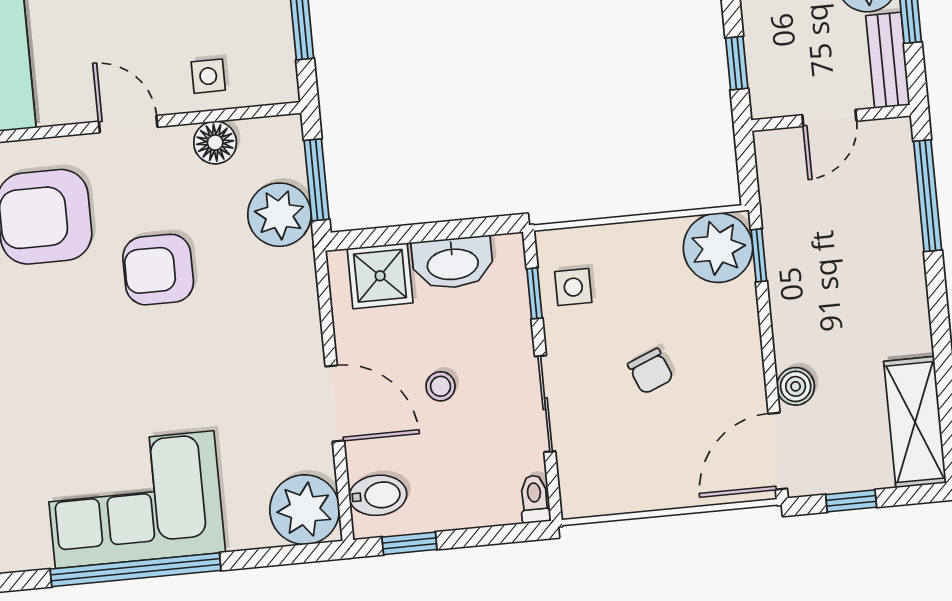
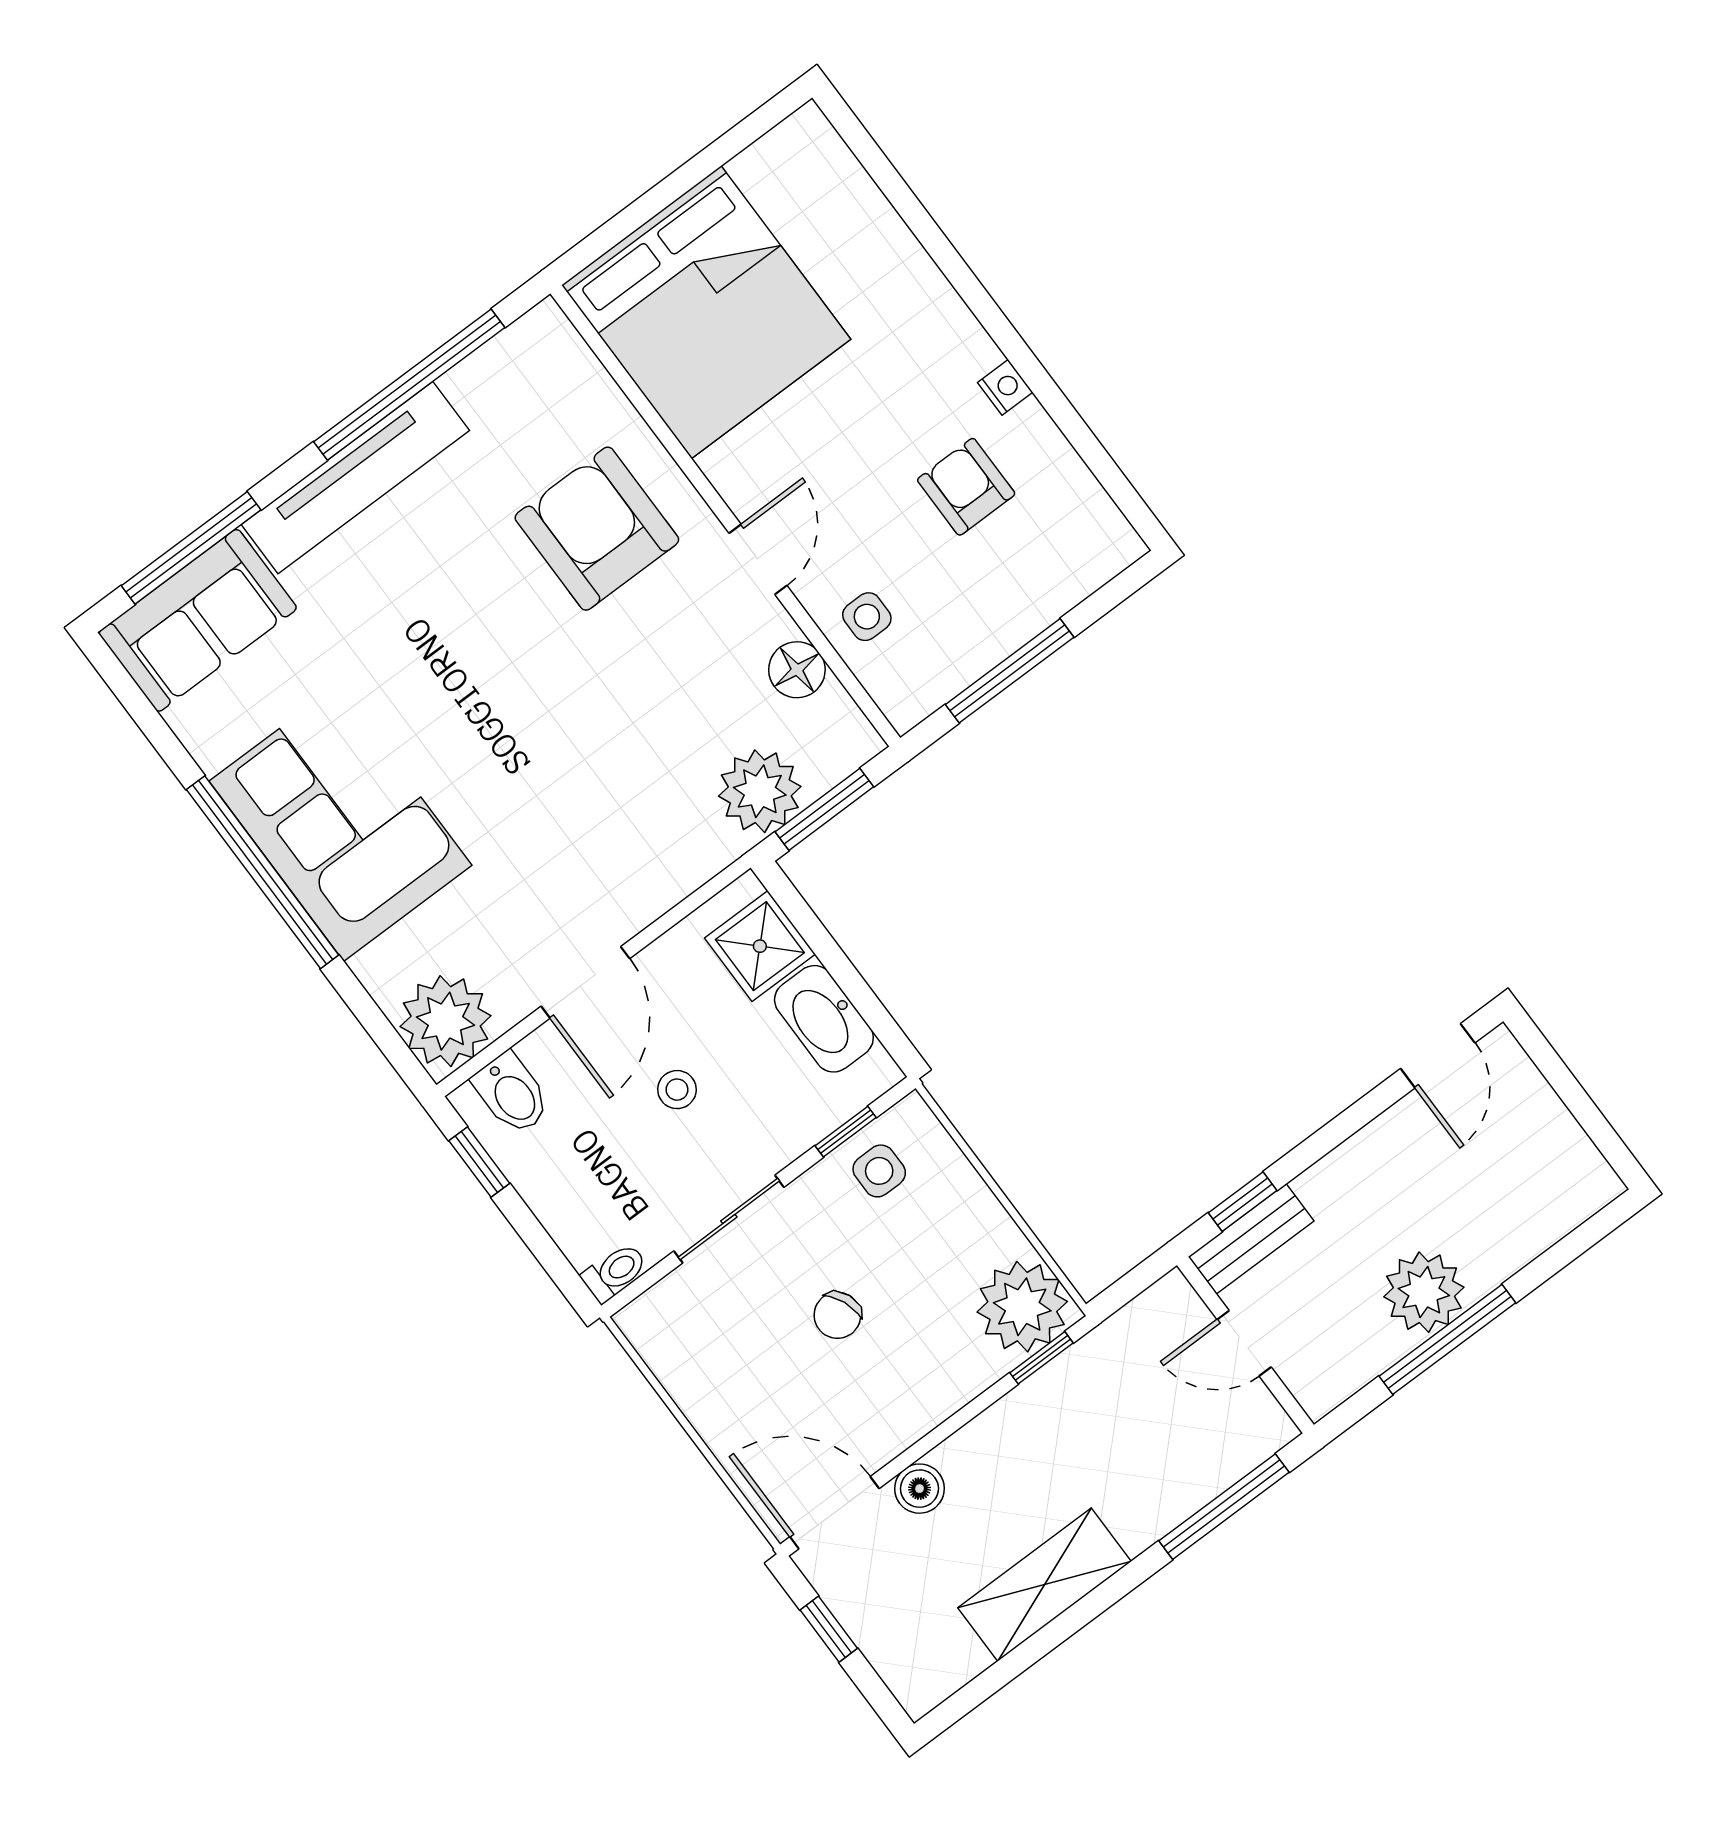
bench: (888, 60) -> (1251, 1239), moved
armchair: (158, 270) -> (615, 692), removed
shelving: (915, 422) -> (1045, 1585), moved

